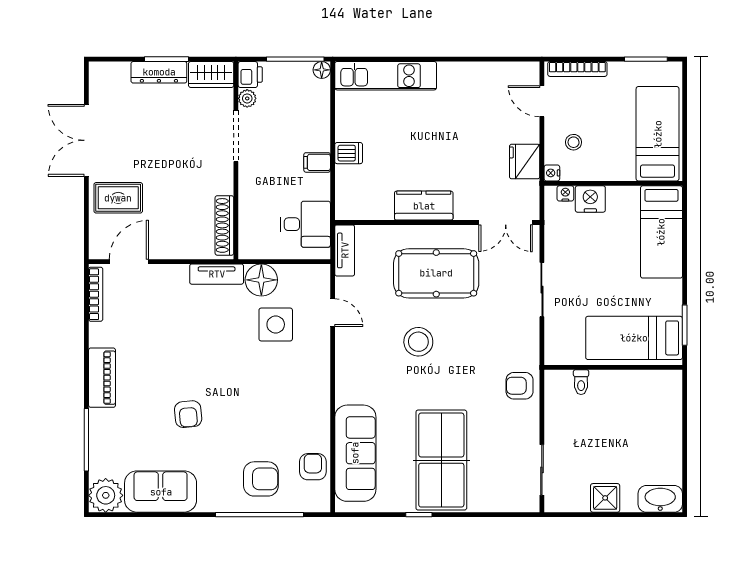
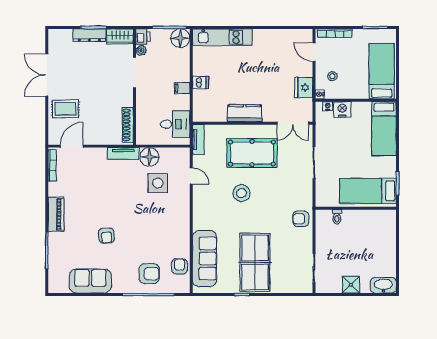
floor lamp: (322, 70) -> (180, 38), width x1.89, depth x1.89
plant: (106, 495) -> (58, 283), removed

